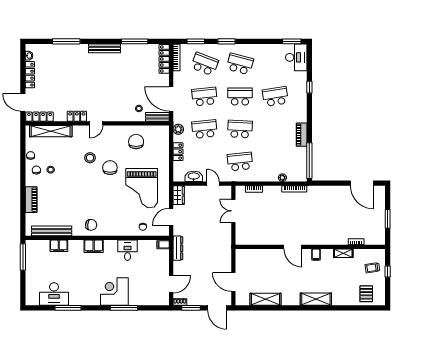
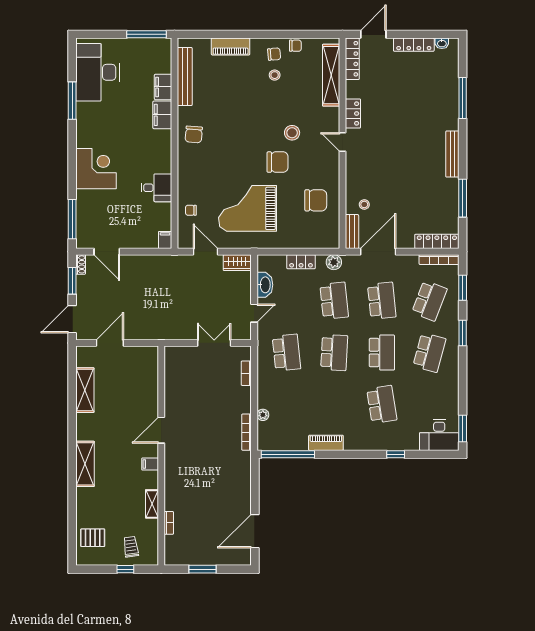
filing cabinet: (94, 246) -> (162, 115), moved
dresser: (178, 248) -> (159, 262), removed
desk: (54, 294) -> (97, 72), width x1.36, depth x1.30
window: (124, 308) -> (72, 219), moved

